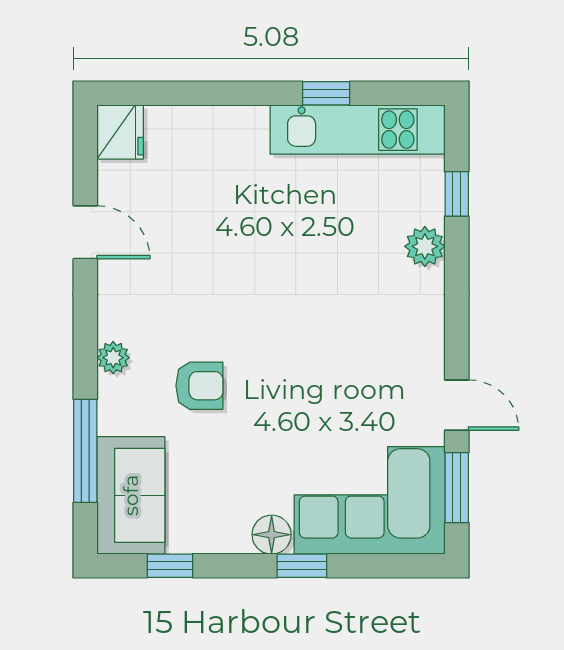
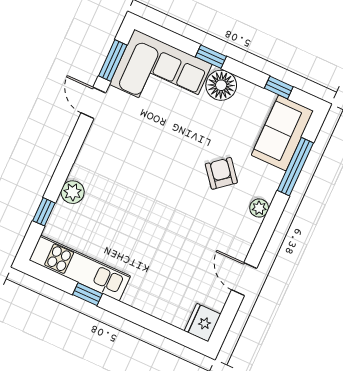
armchair: (199, 386) -> (221, 173), turned 51
floor lamp: (272, 535) -> (221, 85), width x1.38, depth x1.38

